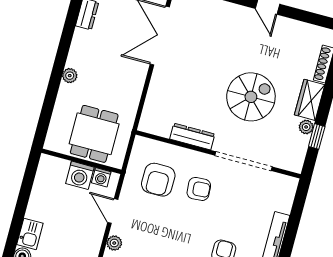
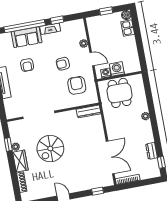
dresser: (192, 136) -> (89, 112), moved
armchair: (199, 189) -> (63, 64), moved

